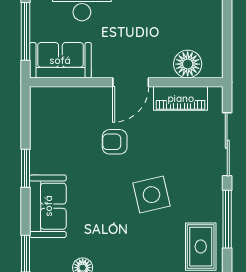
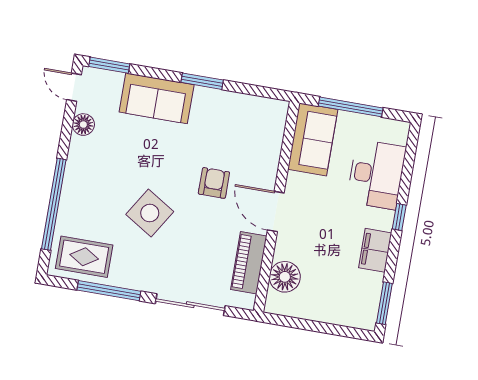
side table: (151, 195) -> (150, 213), turned 45

